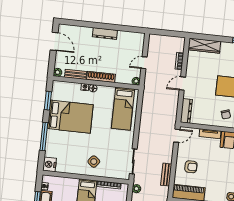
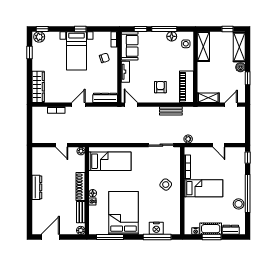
door: (182, 84) -> (78, 105), swing flipped
window: (48, 101) -> (110, 237), width x1.44
window: (44, 136) -> (157, 237), moved
nightstand: (50, 164) -> (156, 228), moved

